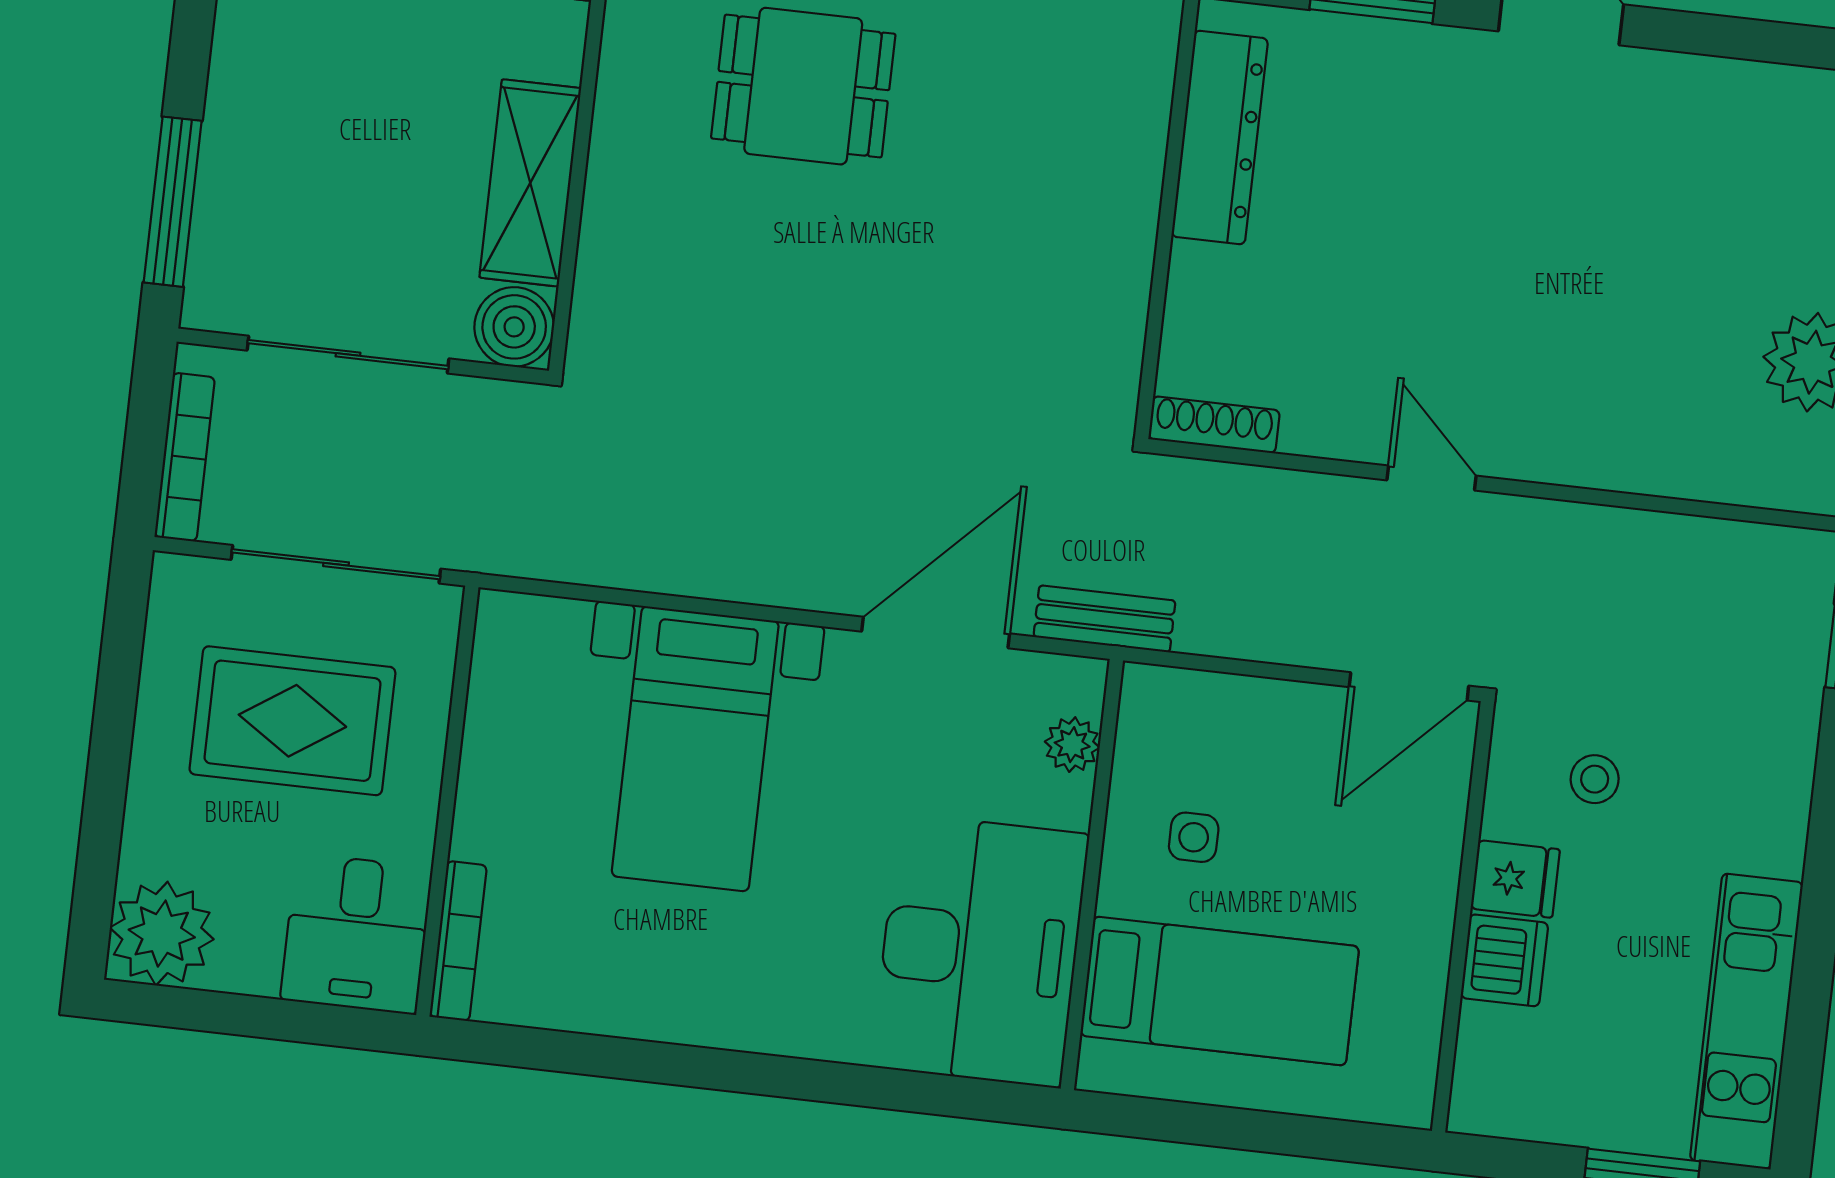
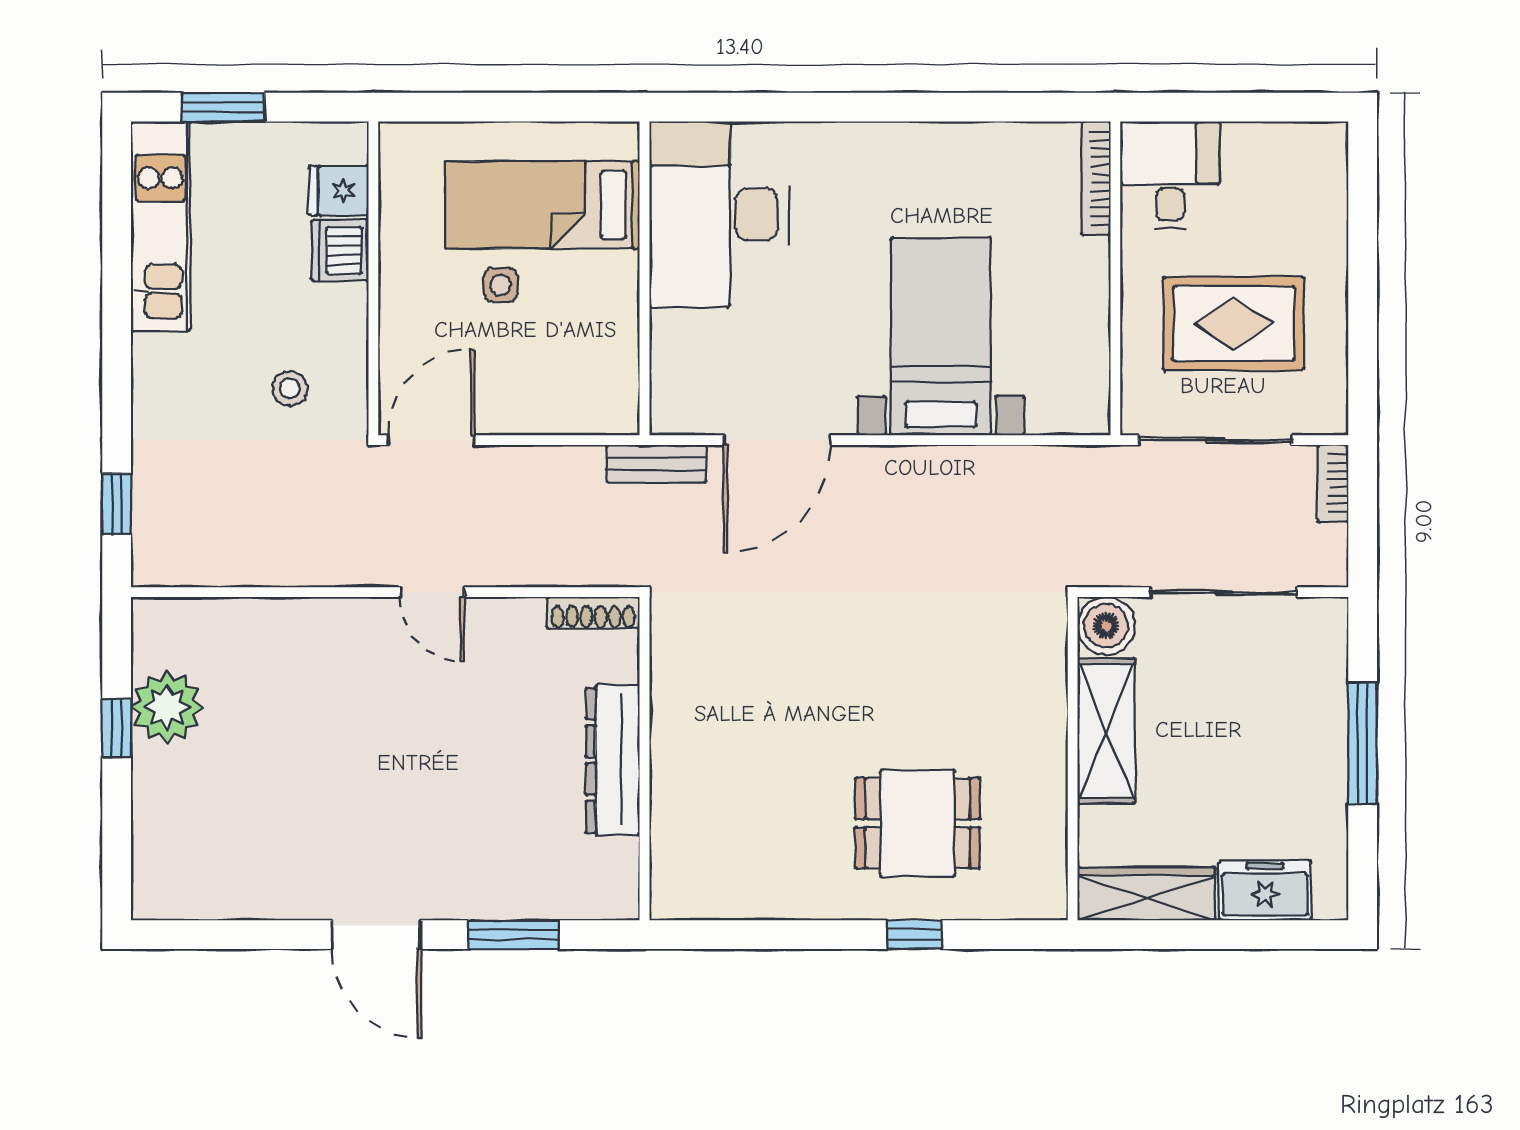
dresser: (1220, 138) -> (613, 760), moved
window: (173, 202) -> (1363, 743), moved
bookcase: (185, 457) -> (1333, 483), width x0.64
plant: (1072, 745) -> (669, 370), removed
side table: (1194, 837) -> (501, 285), moved
fridge: (1515, 879) -> (339, 191), moved
plant: (162, 934) -> (1310, 159), removed

